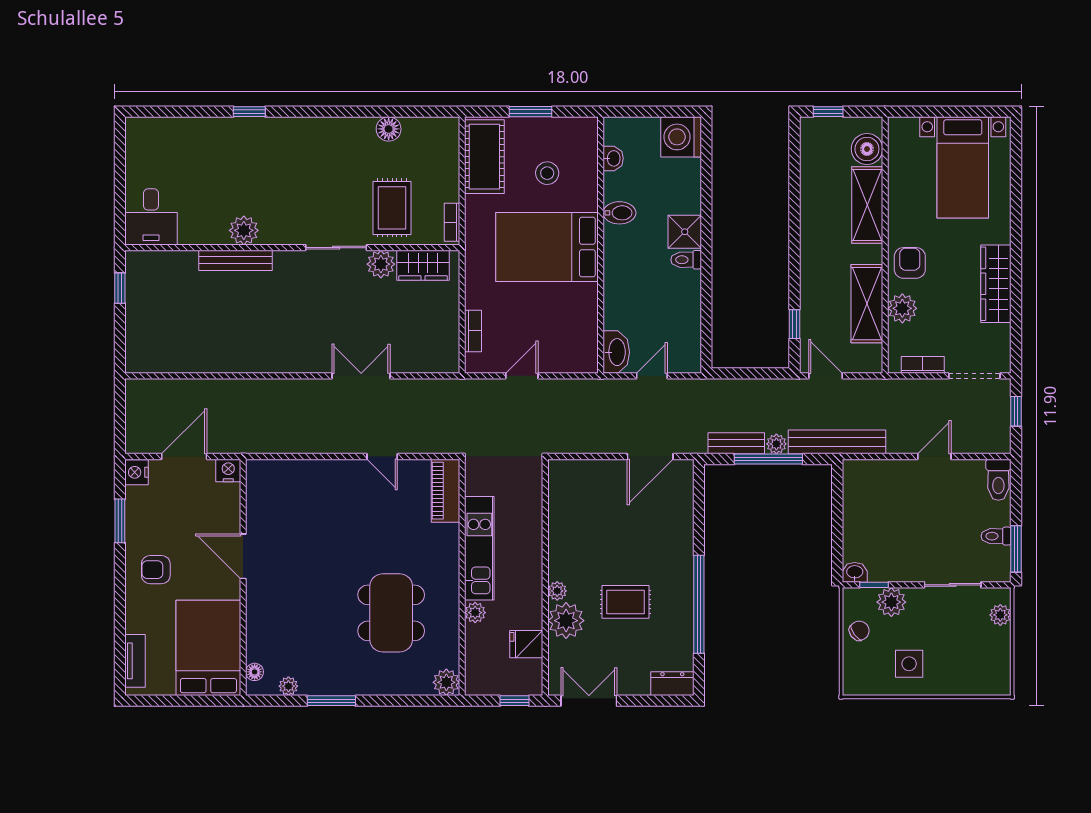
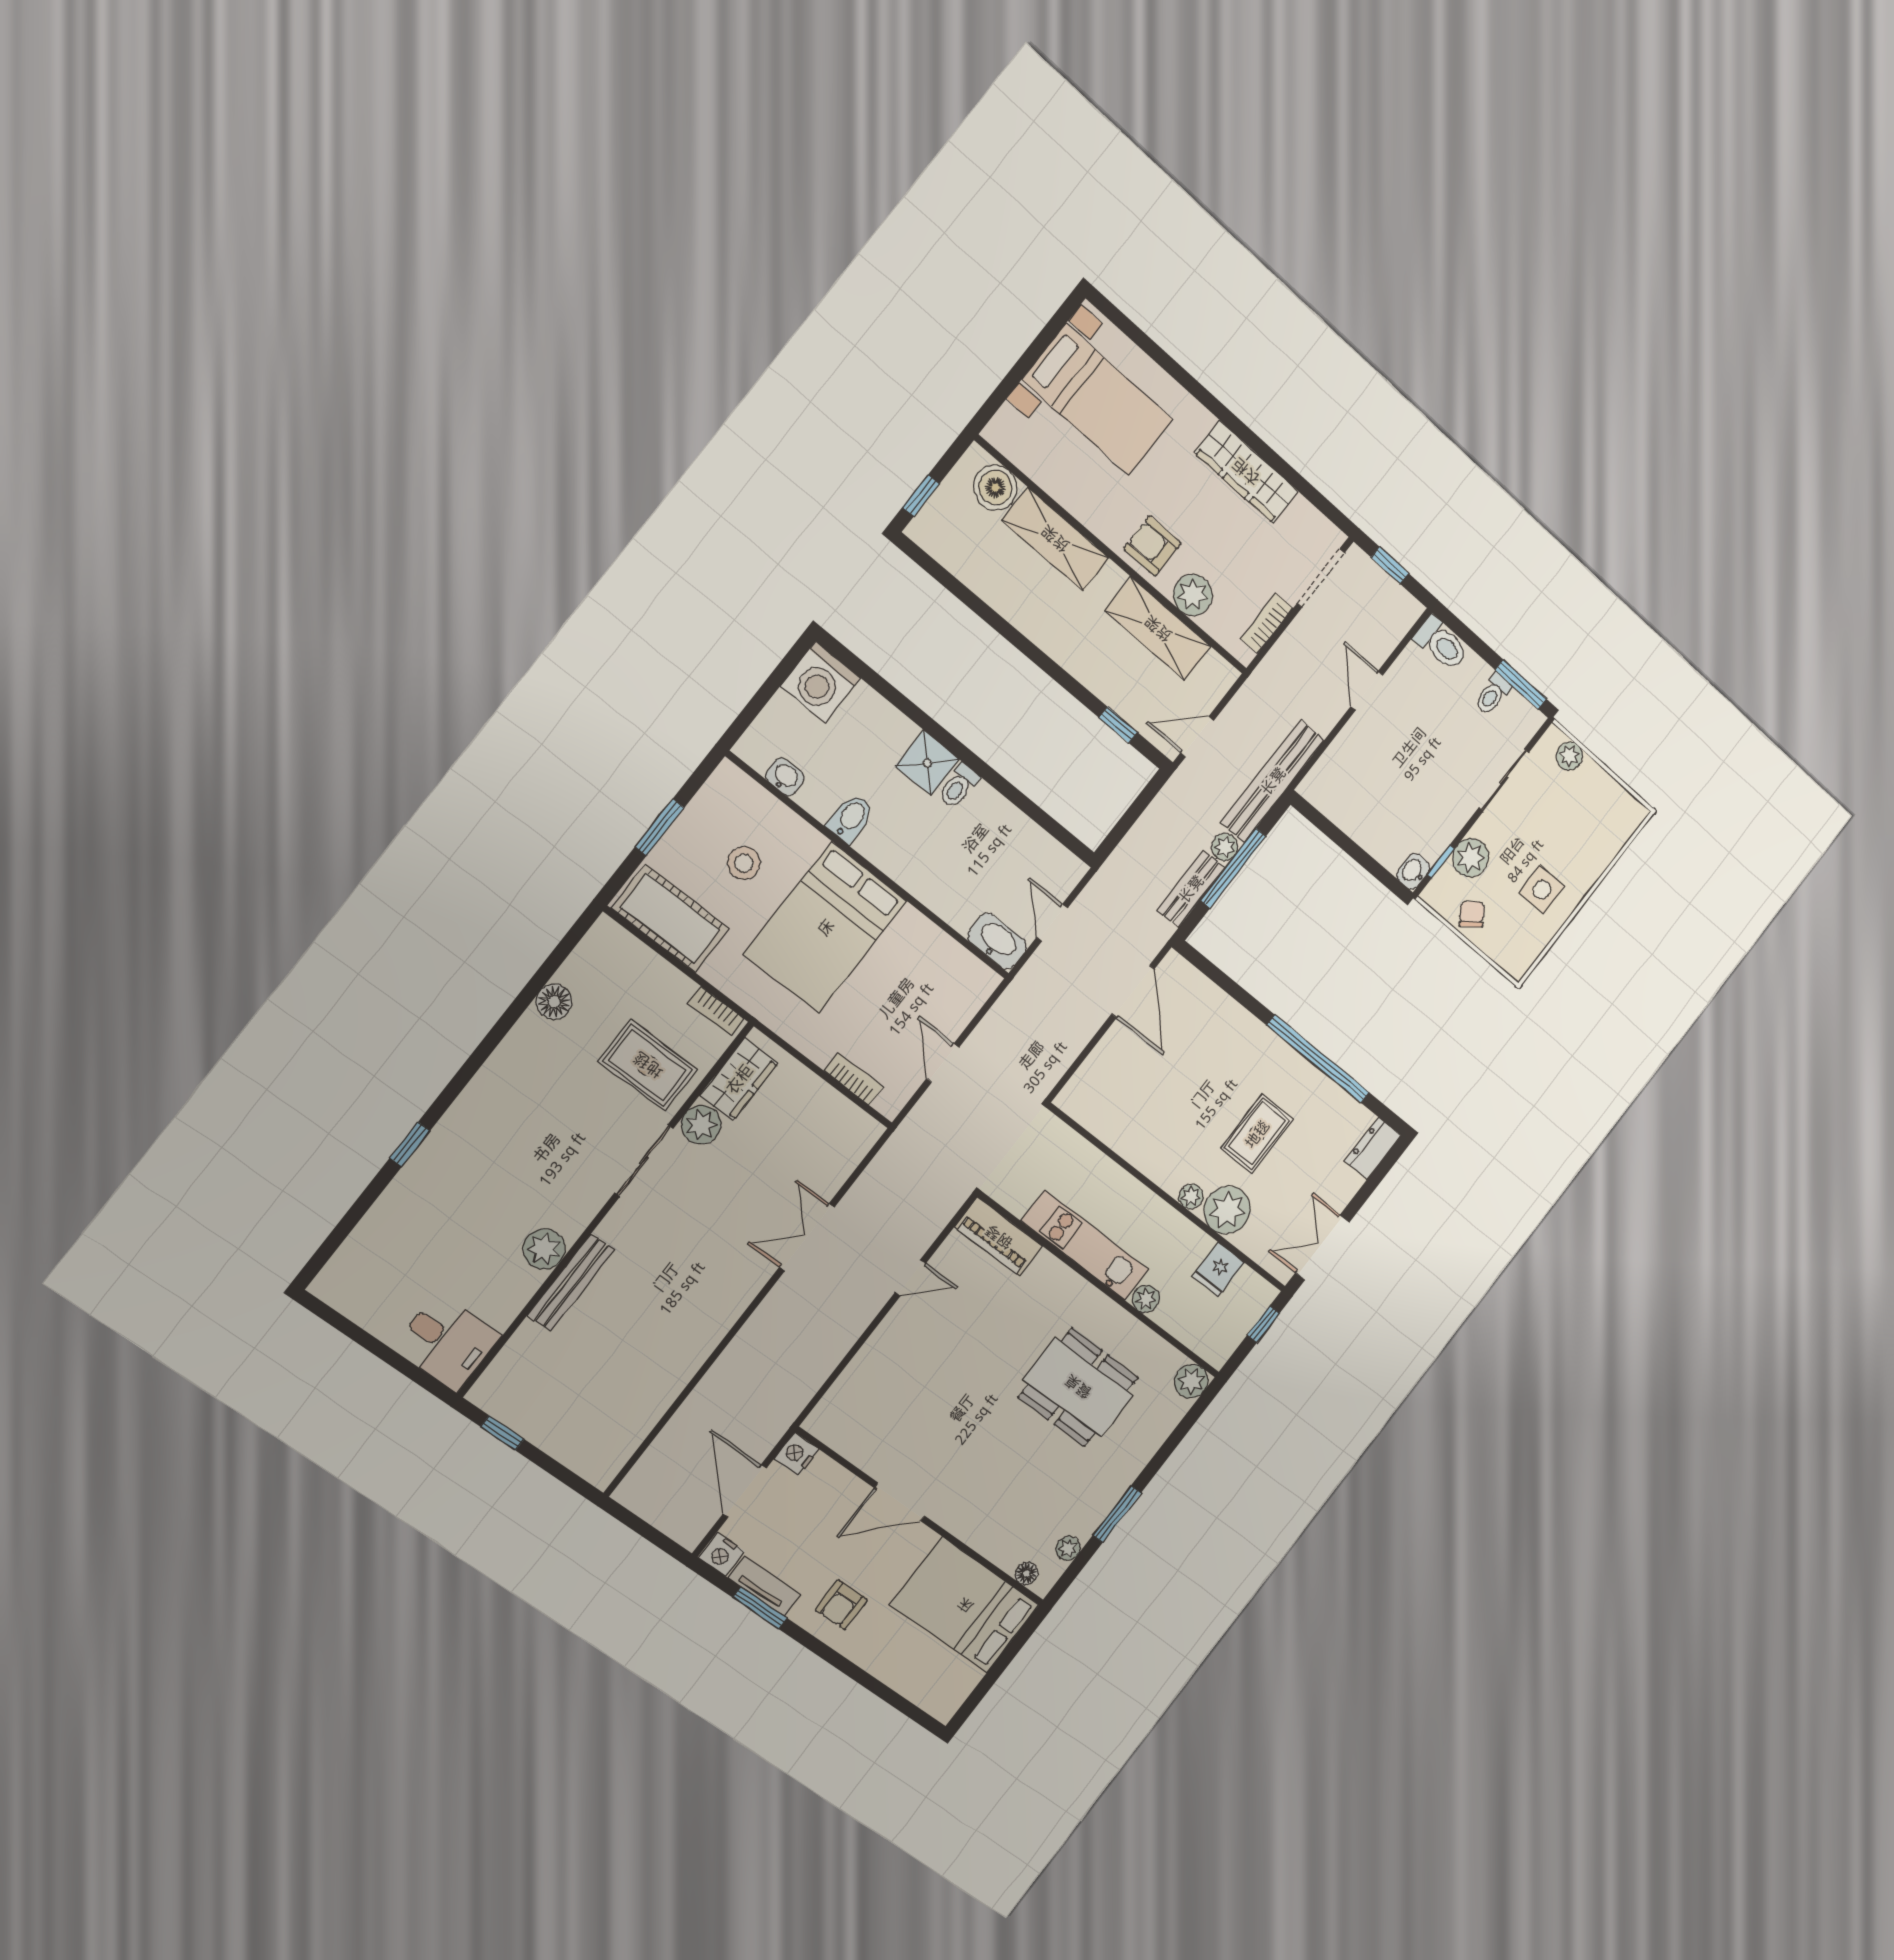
tv unit: (135, 661) -> (765, 1586), moved

